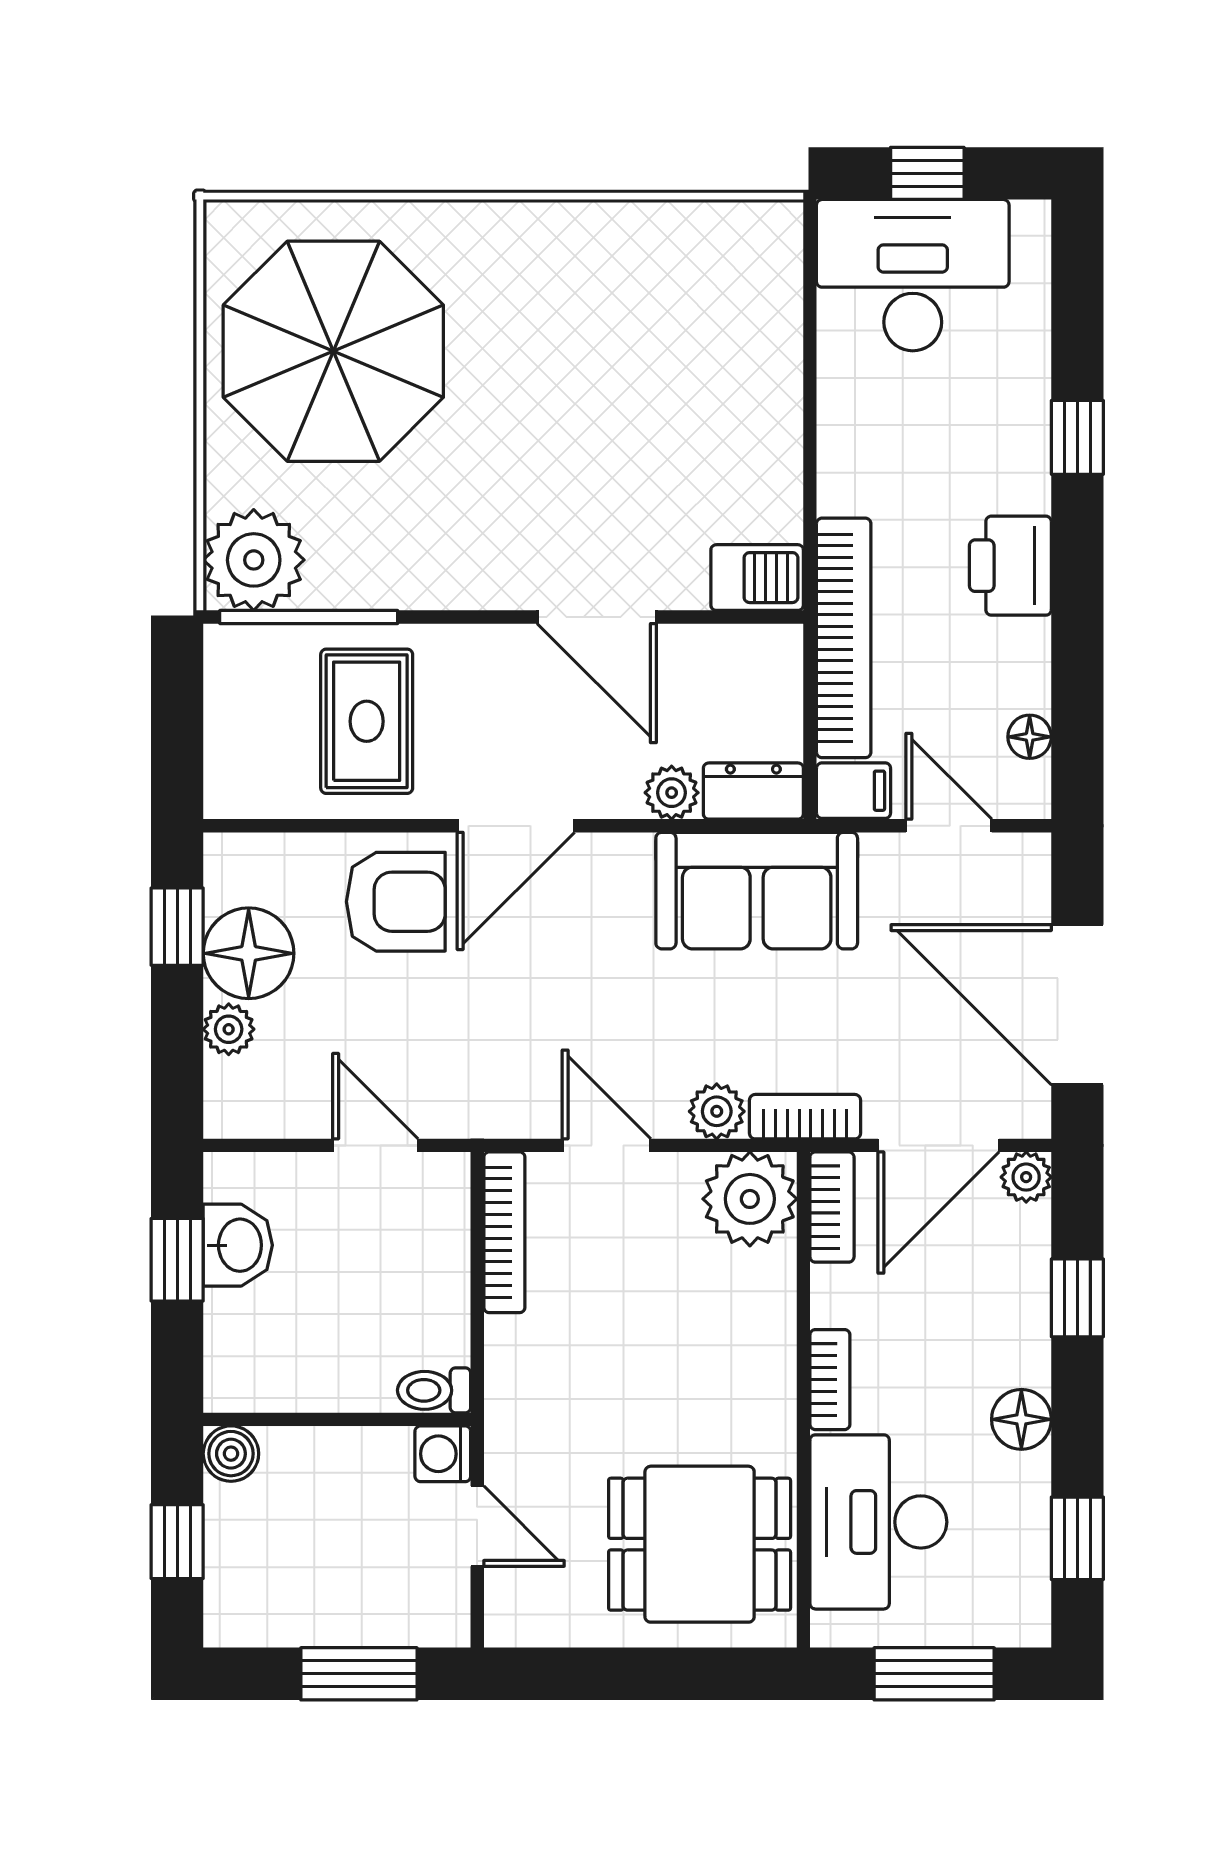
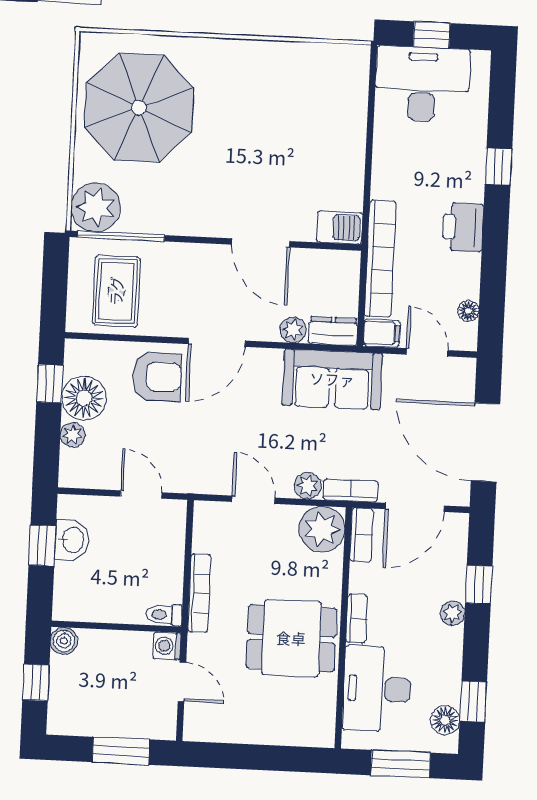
rug: (367, 721) -> (116, 291), moved
plant: (1026, 1177) -> (452, 613), moved
bookcase: (504, 1232) -> (199, 593), moved
floor lamp: (1021, 1419) -> (445, 720), moved
dining table: (700, 1544) -> (291, 638), moved

